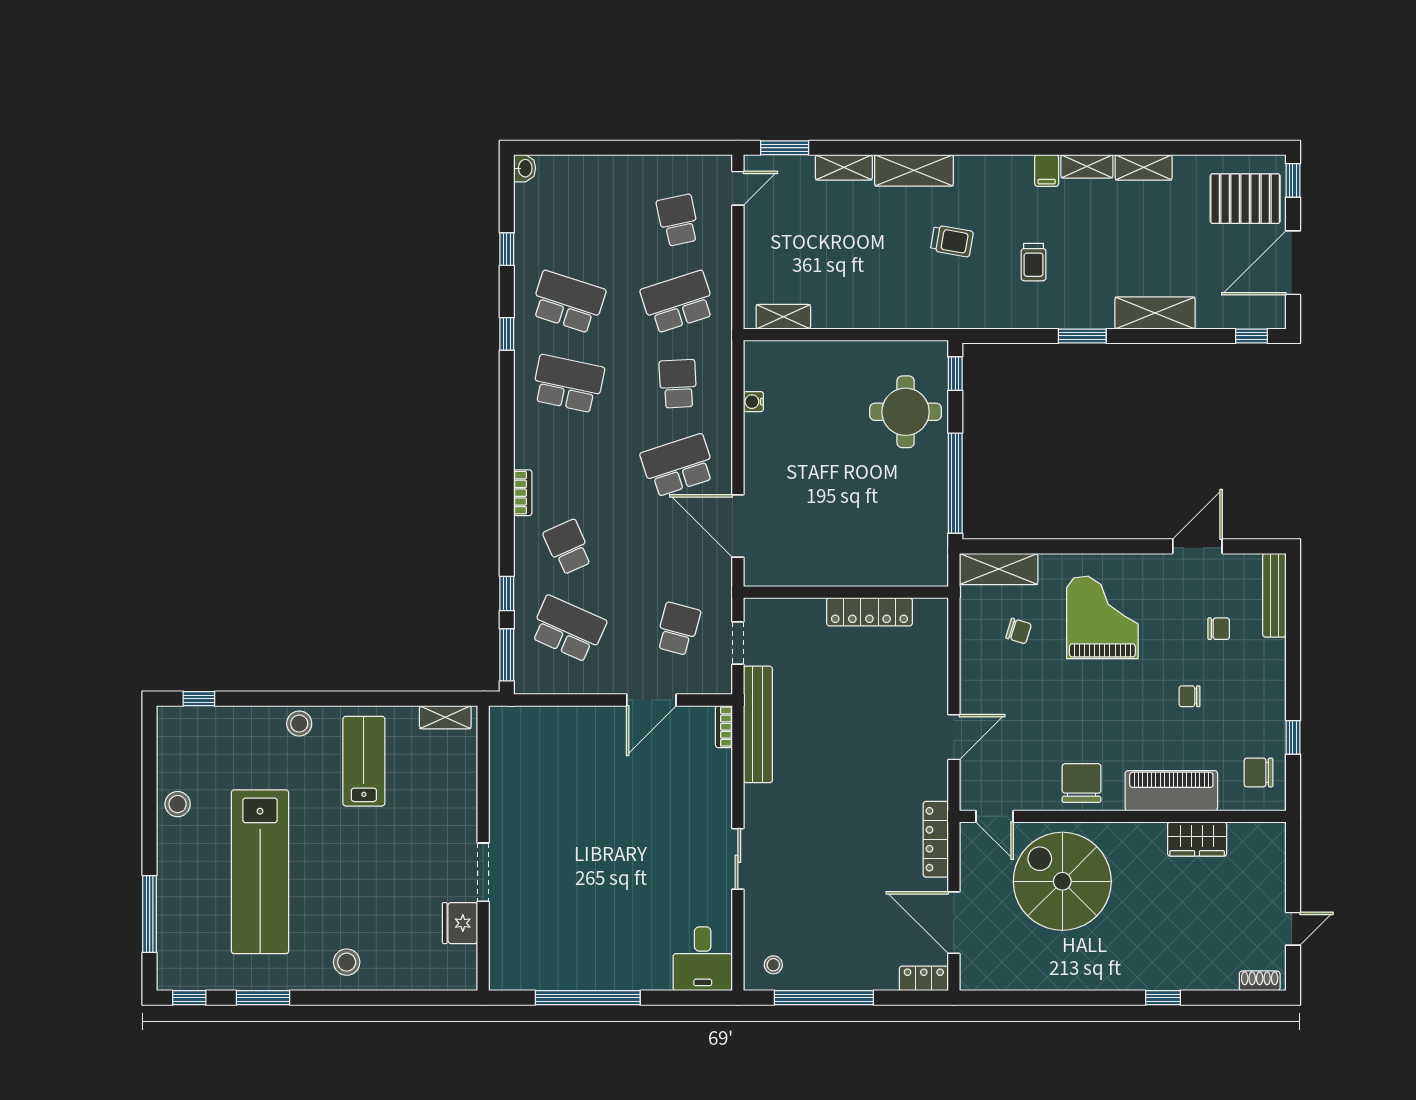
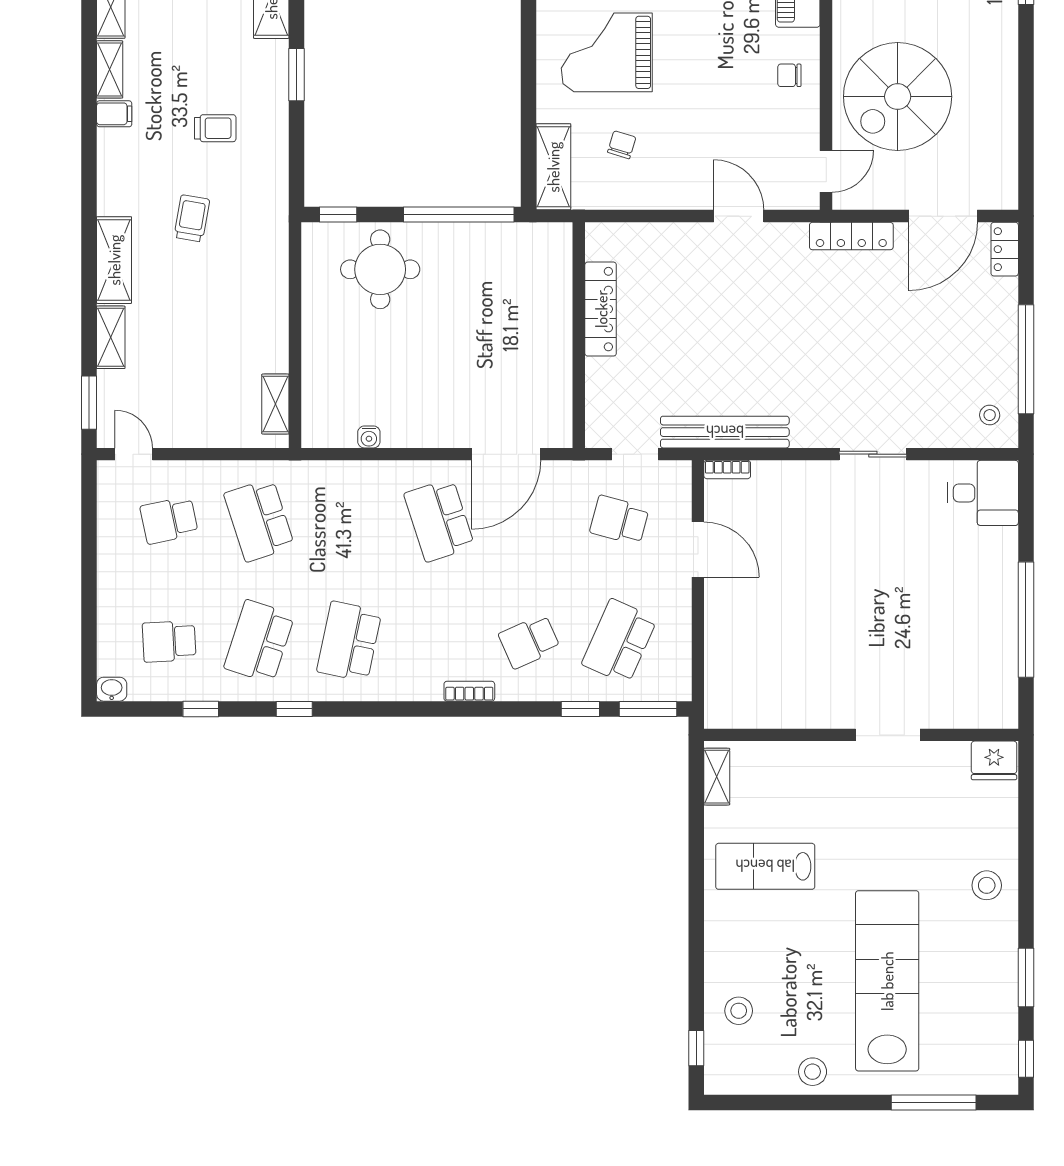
school desk: (678, 384) -> (169, 641), moved
stool: (299, 724) -> (739, 1011), moved
chair: (1082, 783) -> (789, 75), width x0.54, depth x0.54
lab bench: (260, 872) -> (887, 981), turned -90
fridge: (460, 923) -> (994, 760), moved

